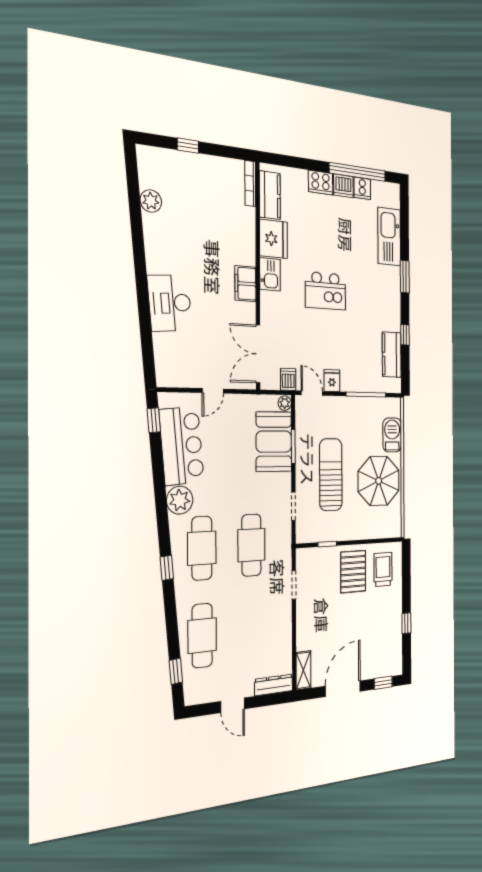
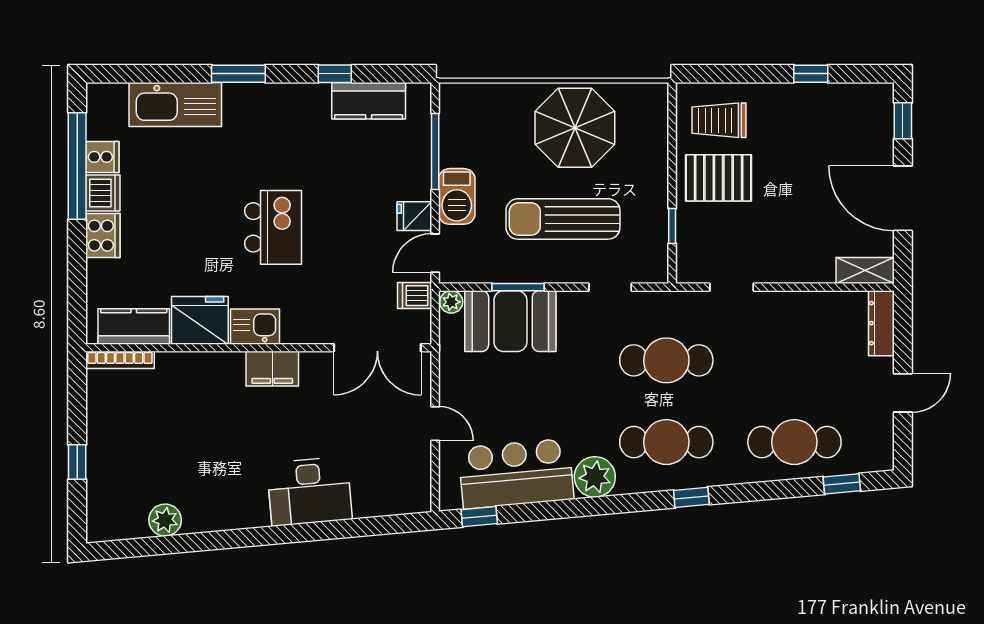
barbecue: (392, 435) -> (457, 196), moved, turned -90

